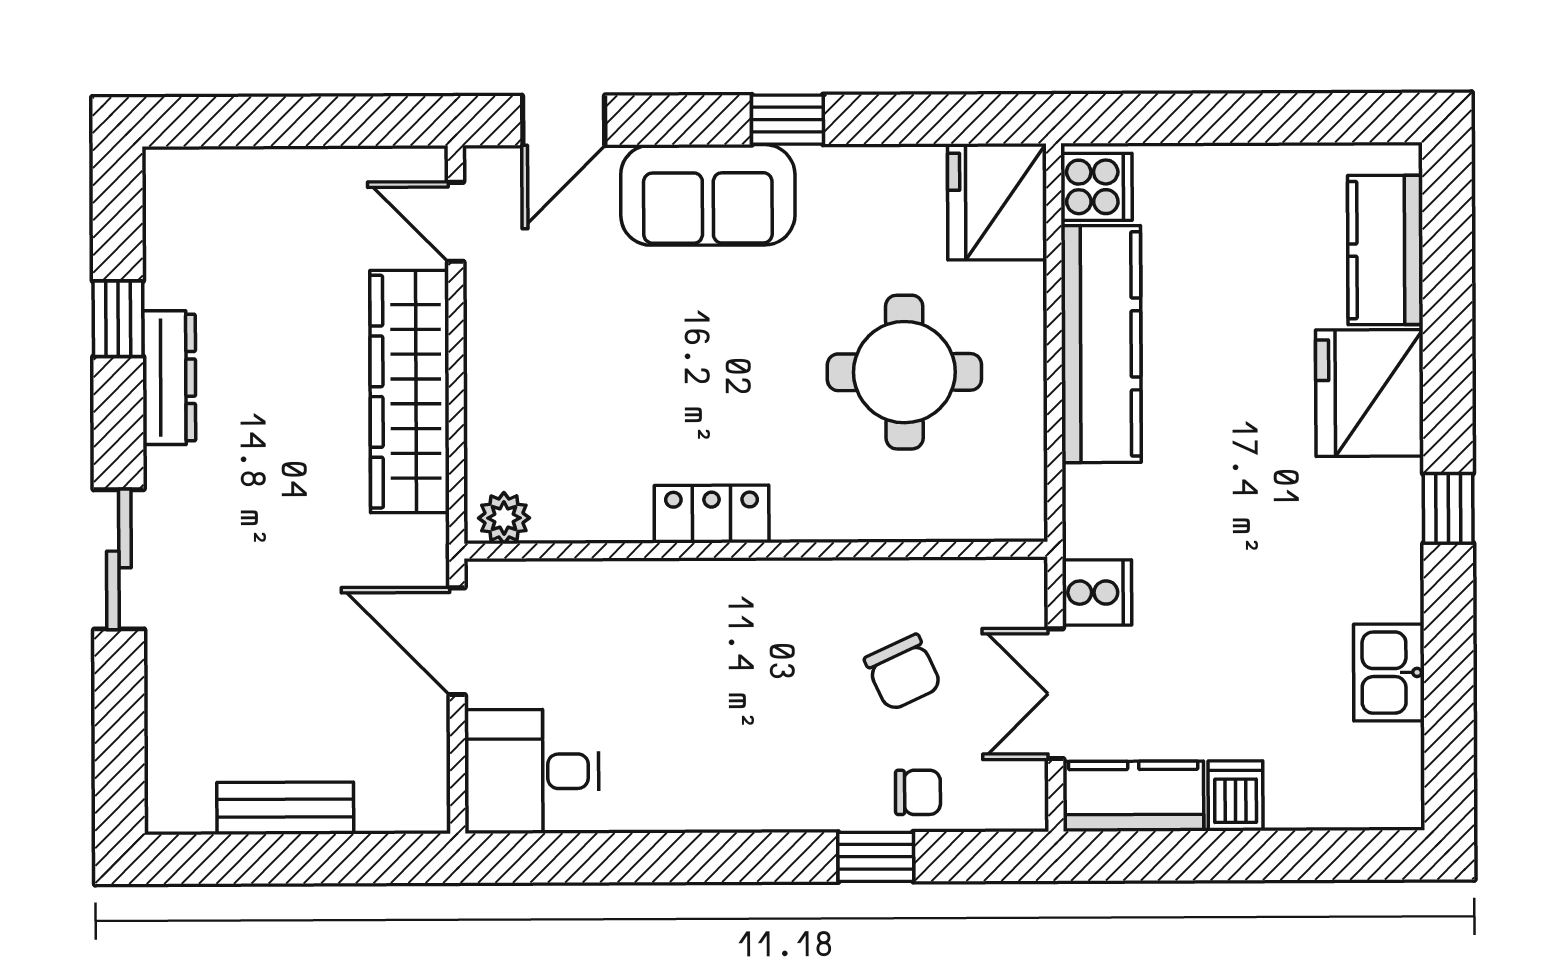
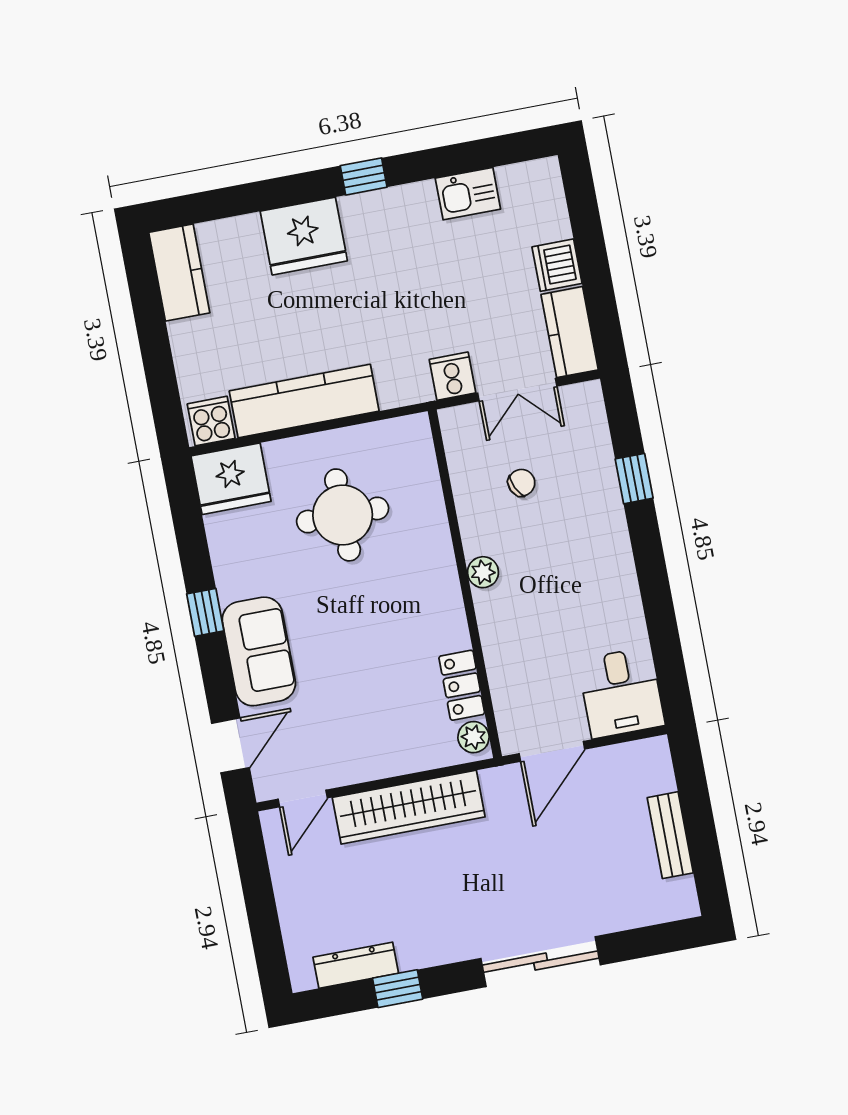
door: (564, 120) -> (230, 745), hinge flipped
kitchen counter: (1385, 250) -> (179, 273), moved, turned -90
dresser: (169, 378) -> (356, 965), moved
locker: (712, 514) -> (462, 685), moved
sliding door: (119, 559) -> (541, 962), width x1.37
plant: (769, 583) -> (483, 572), added
chair: (903, 673) -> (521, 483), width x0.73, depth x0.73
chair: (918, 792) -> (591, 461), removed
dishwasher: (1236, 796) -> (557, 265), width x1.38

